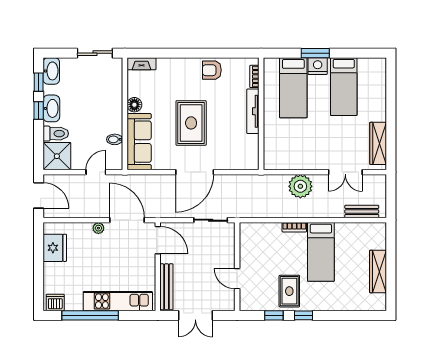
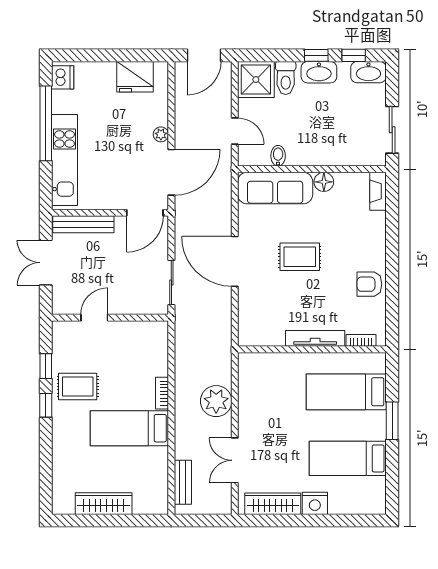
nightstand: (318, 66) -> (315, 503), moved, turned 90
armchair: (212, 70) -> (369, 284), turned -90
rug: (191, 123) -> (300, 257), width x0.73, depth x0.70

